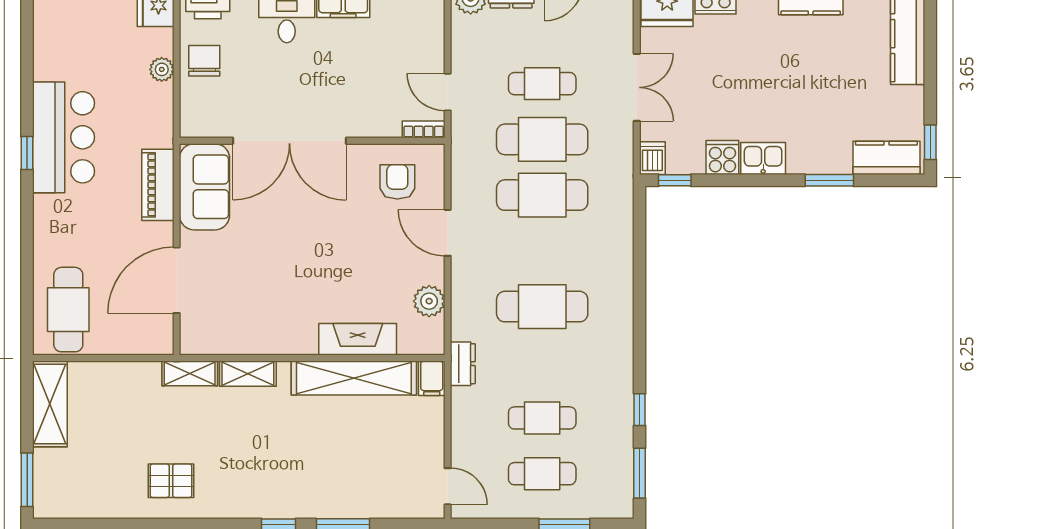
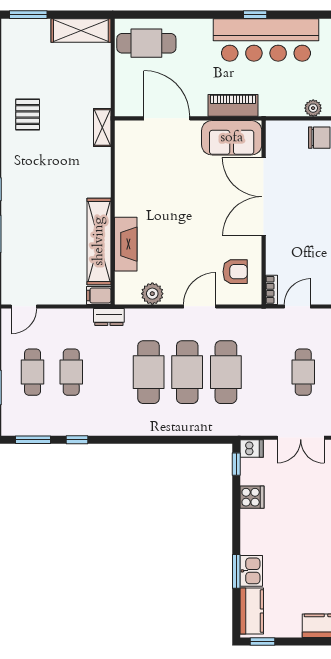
bar counter: (63, 137) -> (266, 40), width x1.36
cafe table: (542, 139) -> (187, 372), moved
kitchen sink: (763, 158) -> (251, 571), moved
shelving: (248, 374) -> (102, 168), removed

